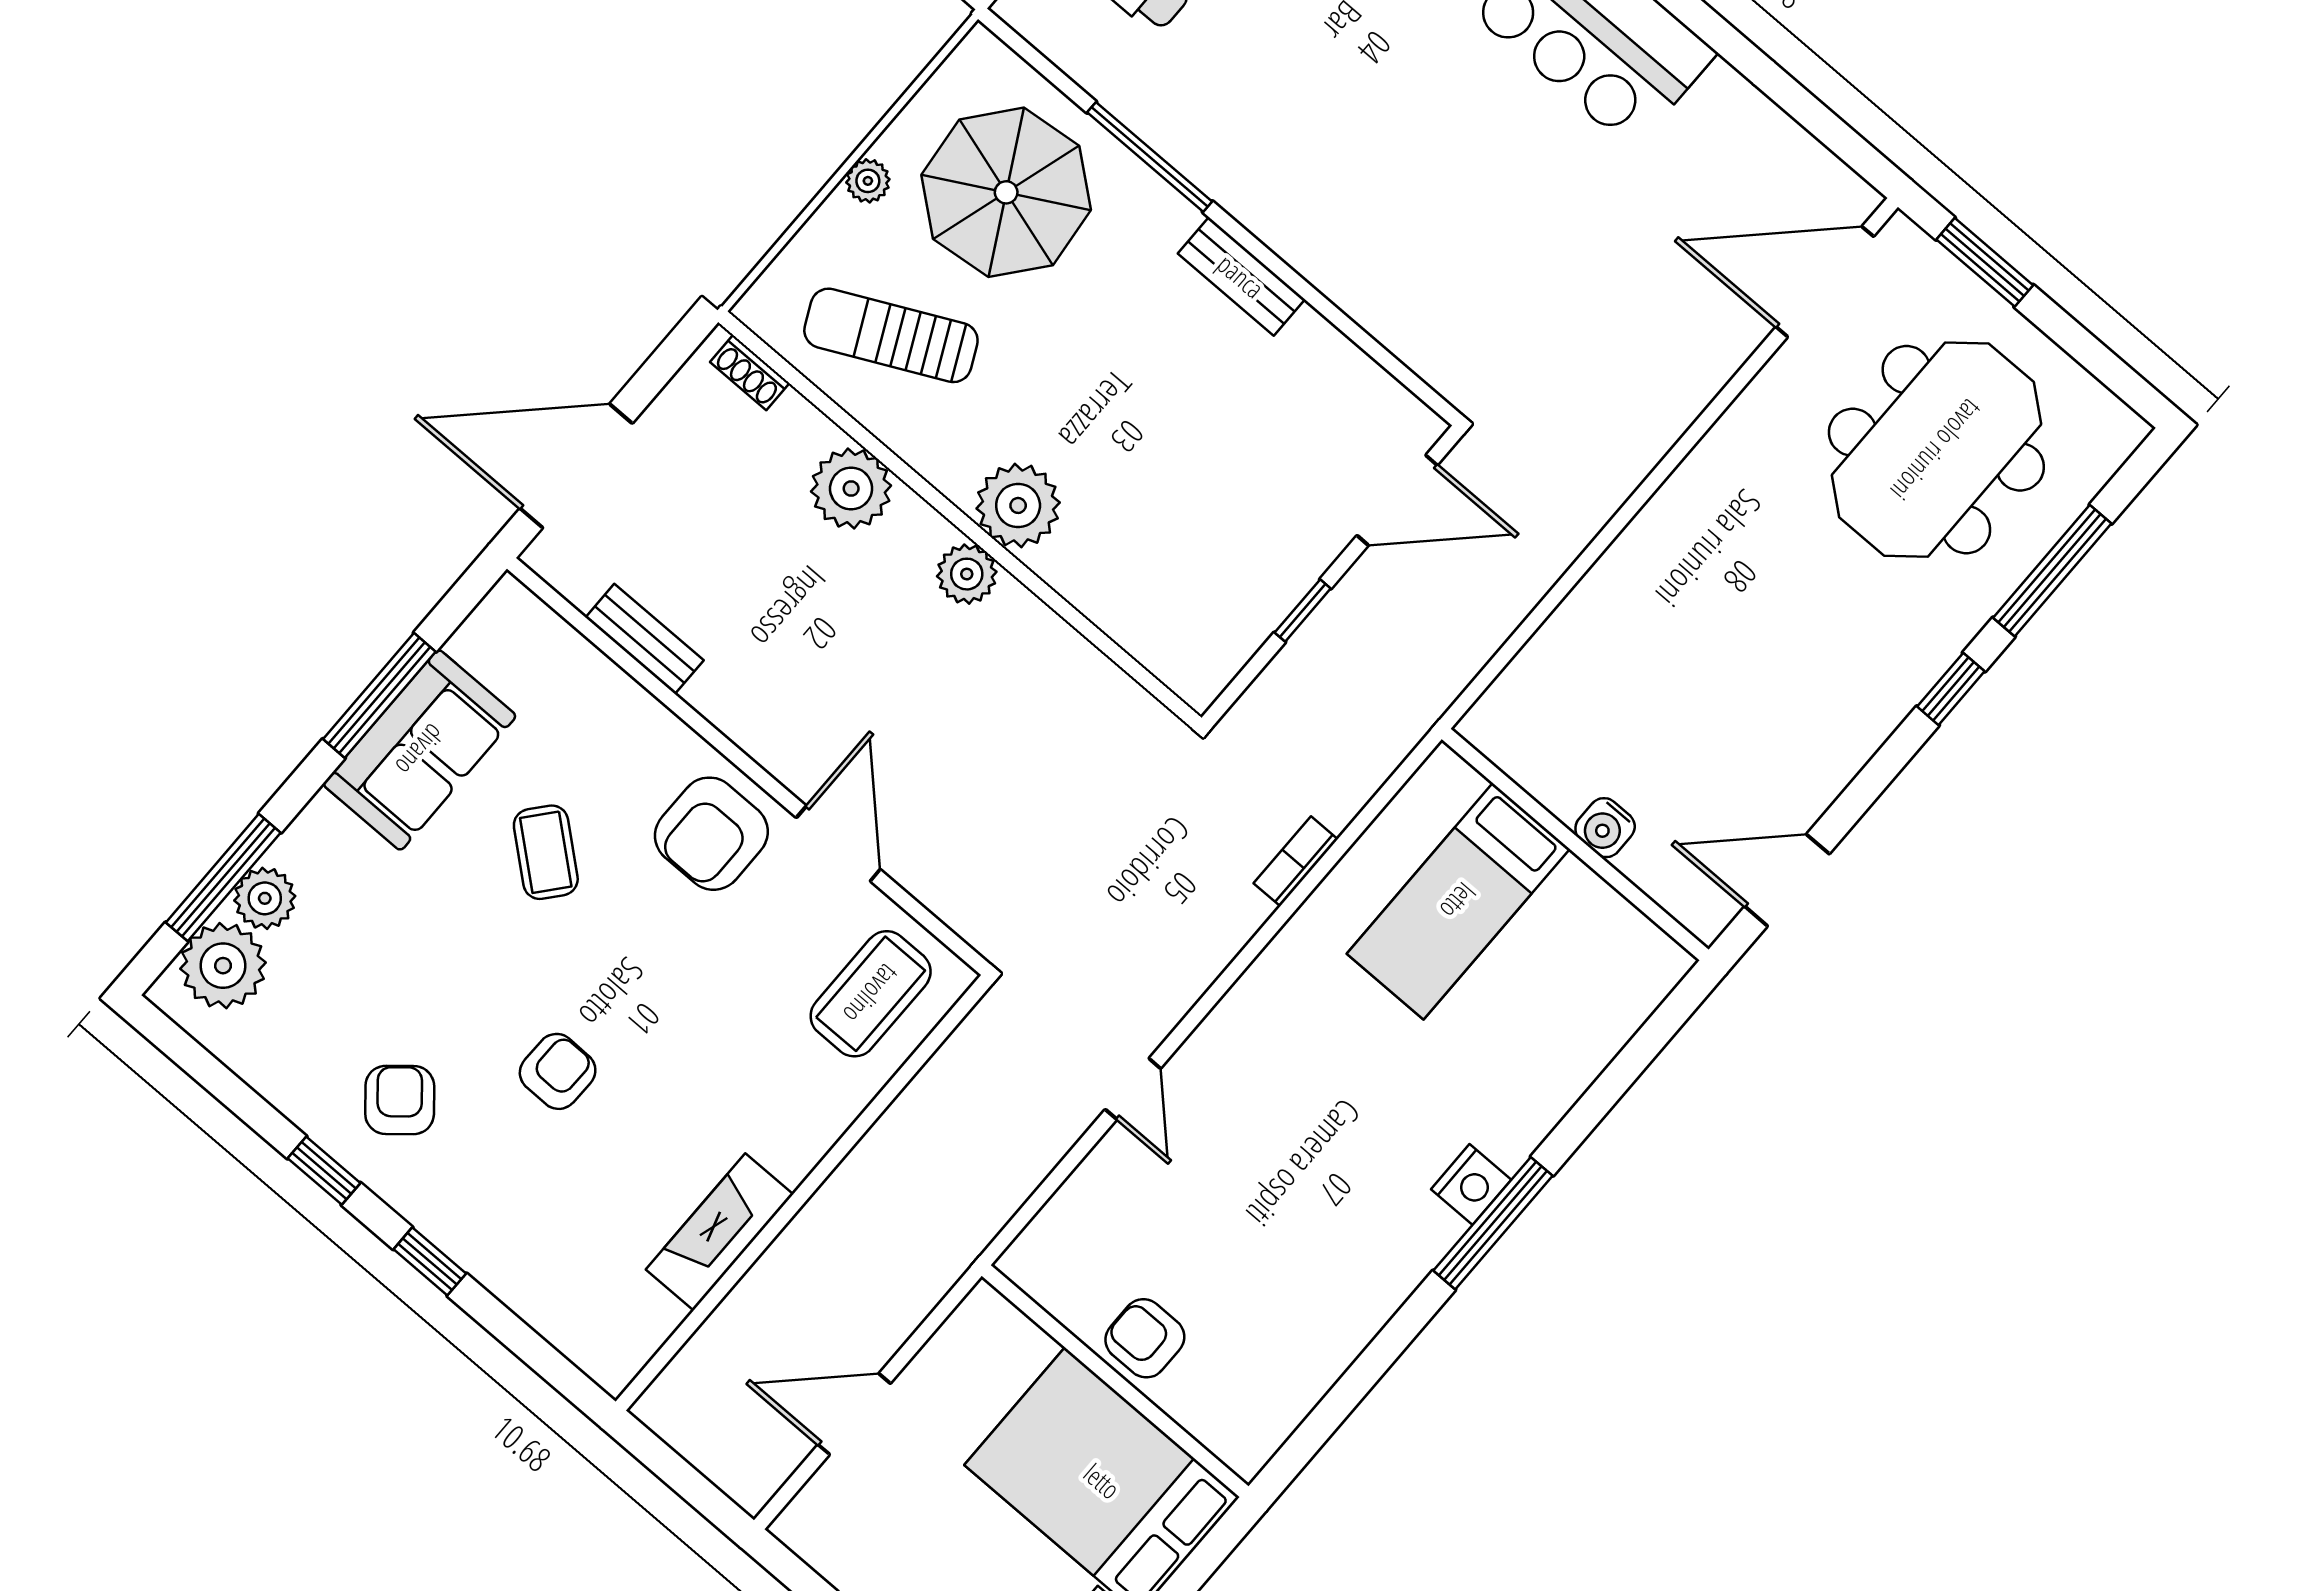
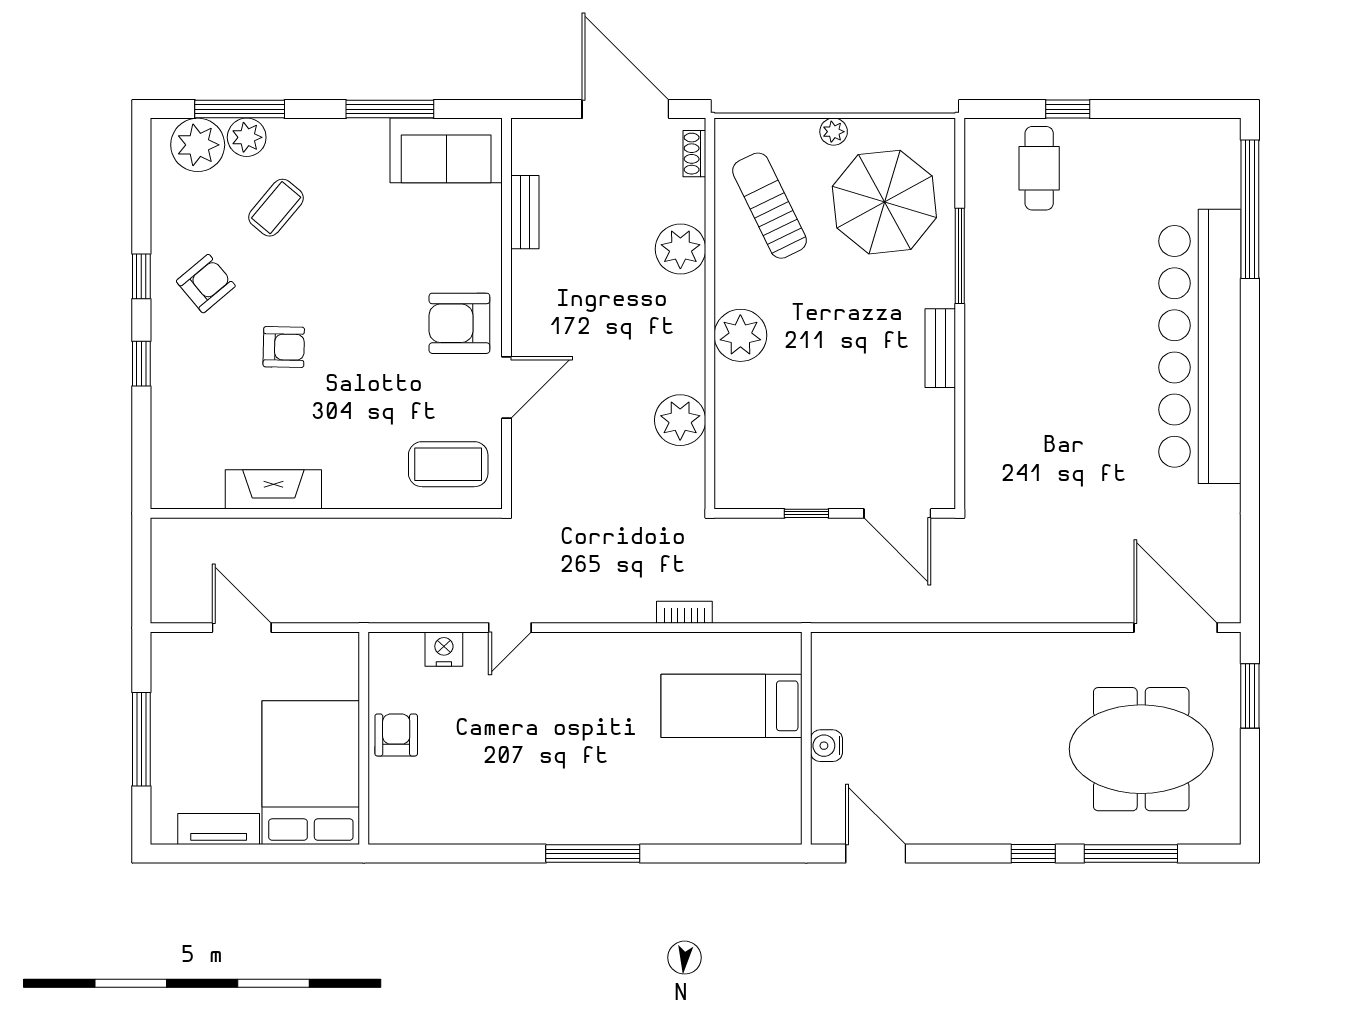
door: (576, 466) -> (625, 109), moved
plant: (967, 574) -> (680, 420), moved, width x1.36, depth x1.36
sofa: (420, 750) -> (446, 150), moved
coffee table: (546, 852) -> (276, 208), moved
nightstand: (1471, 1185) -> (444, 649), moved, turned 180

